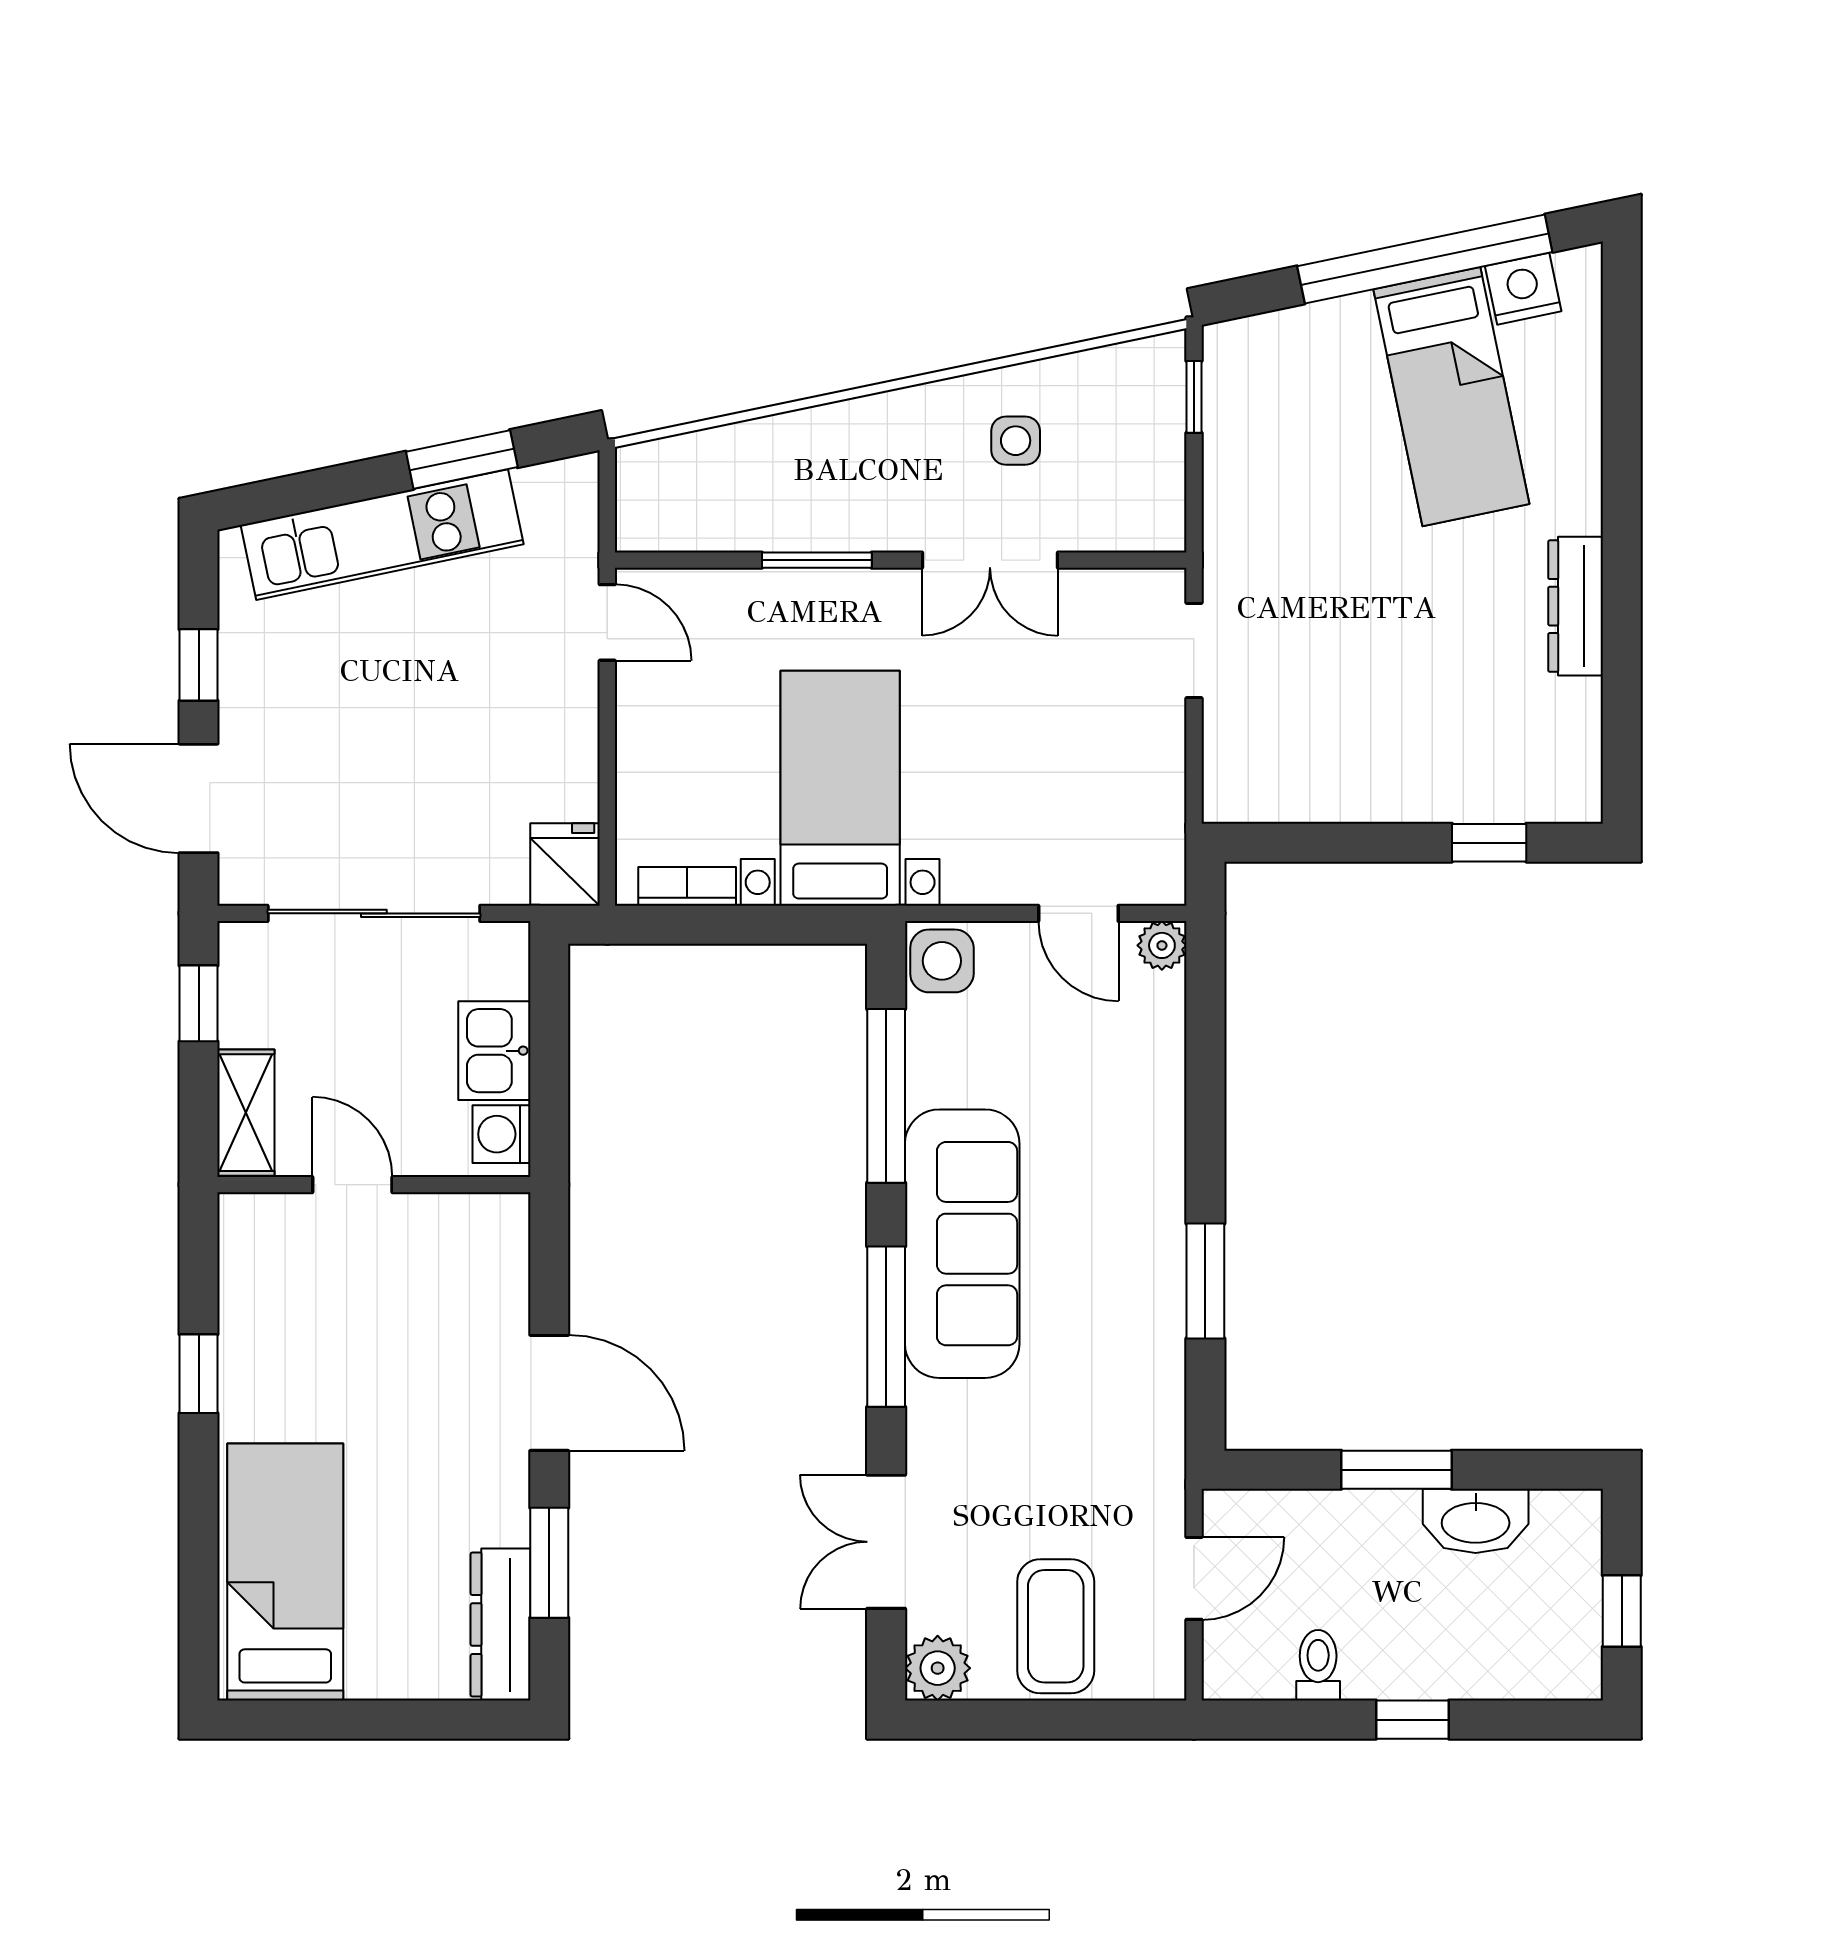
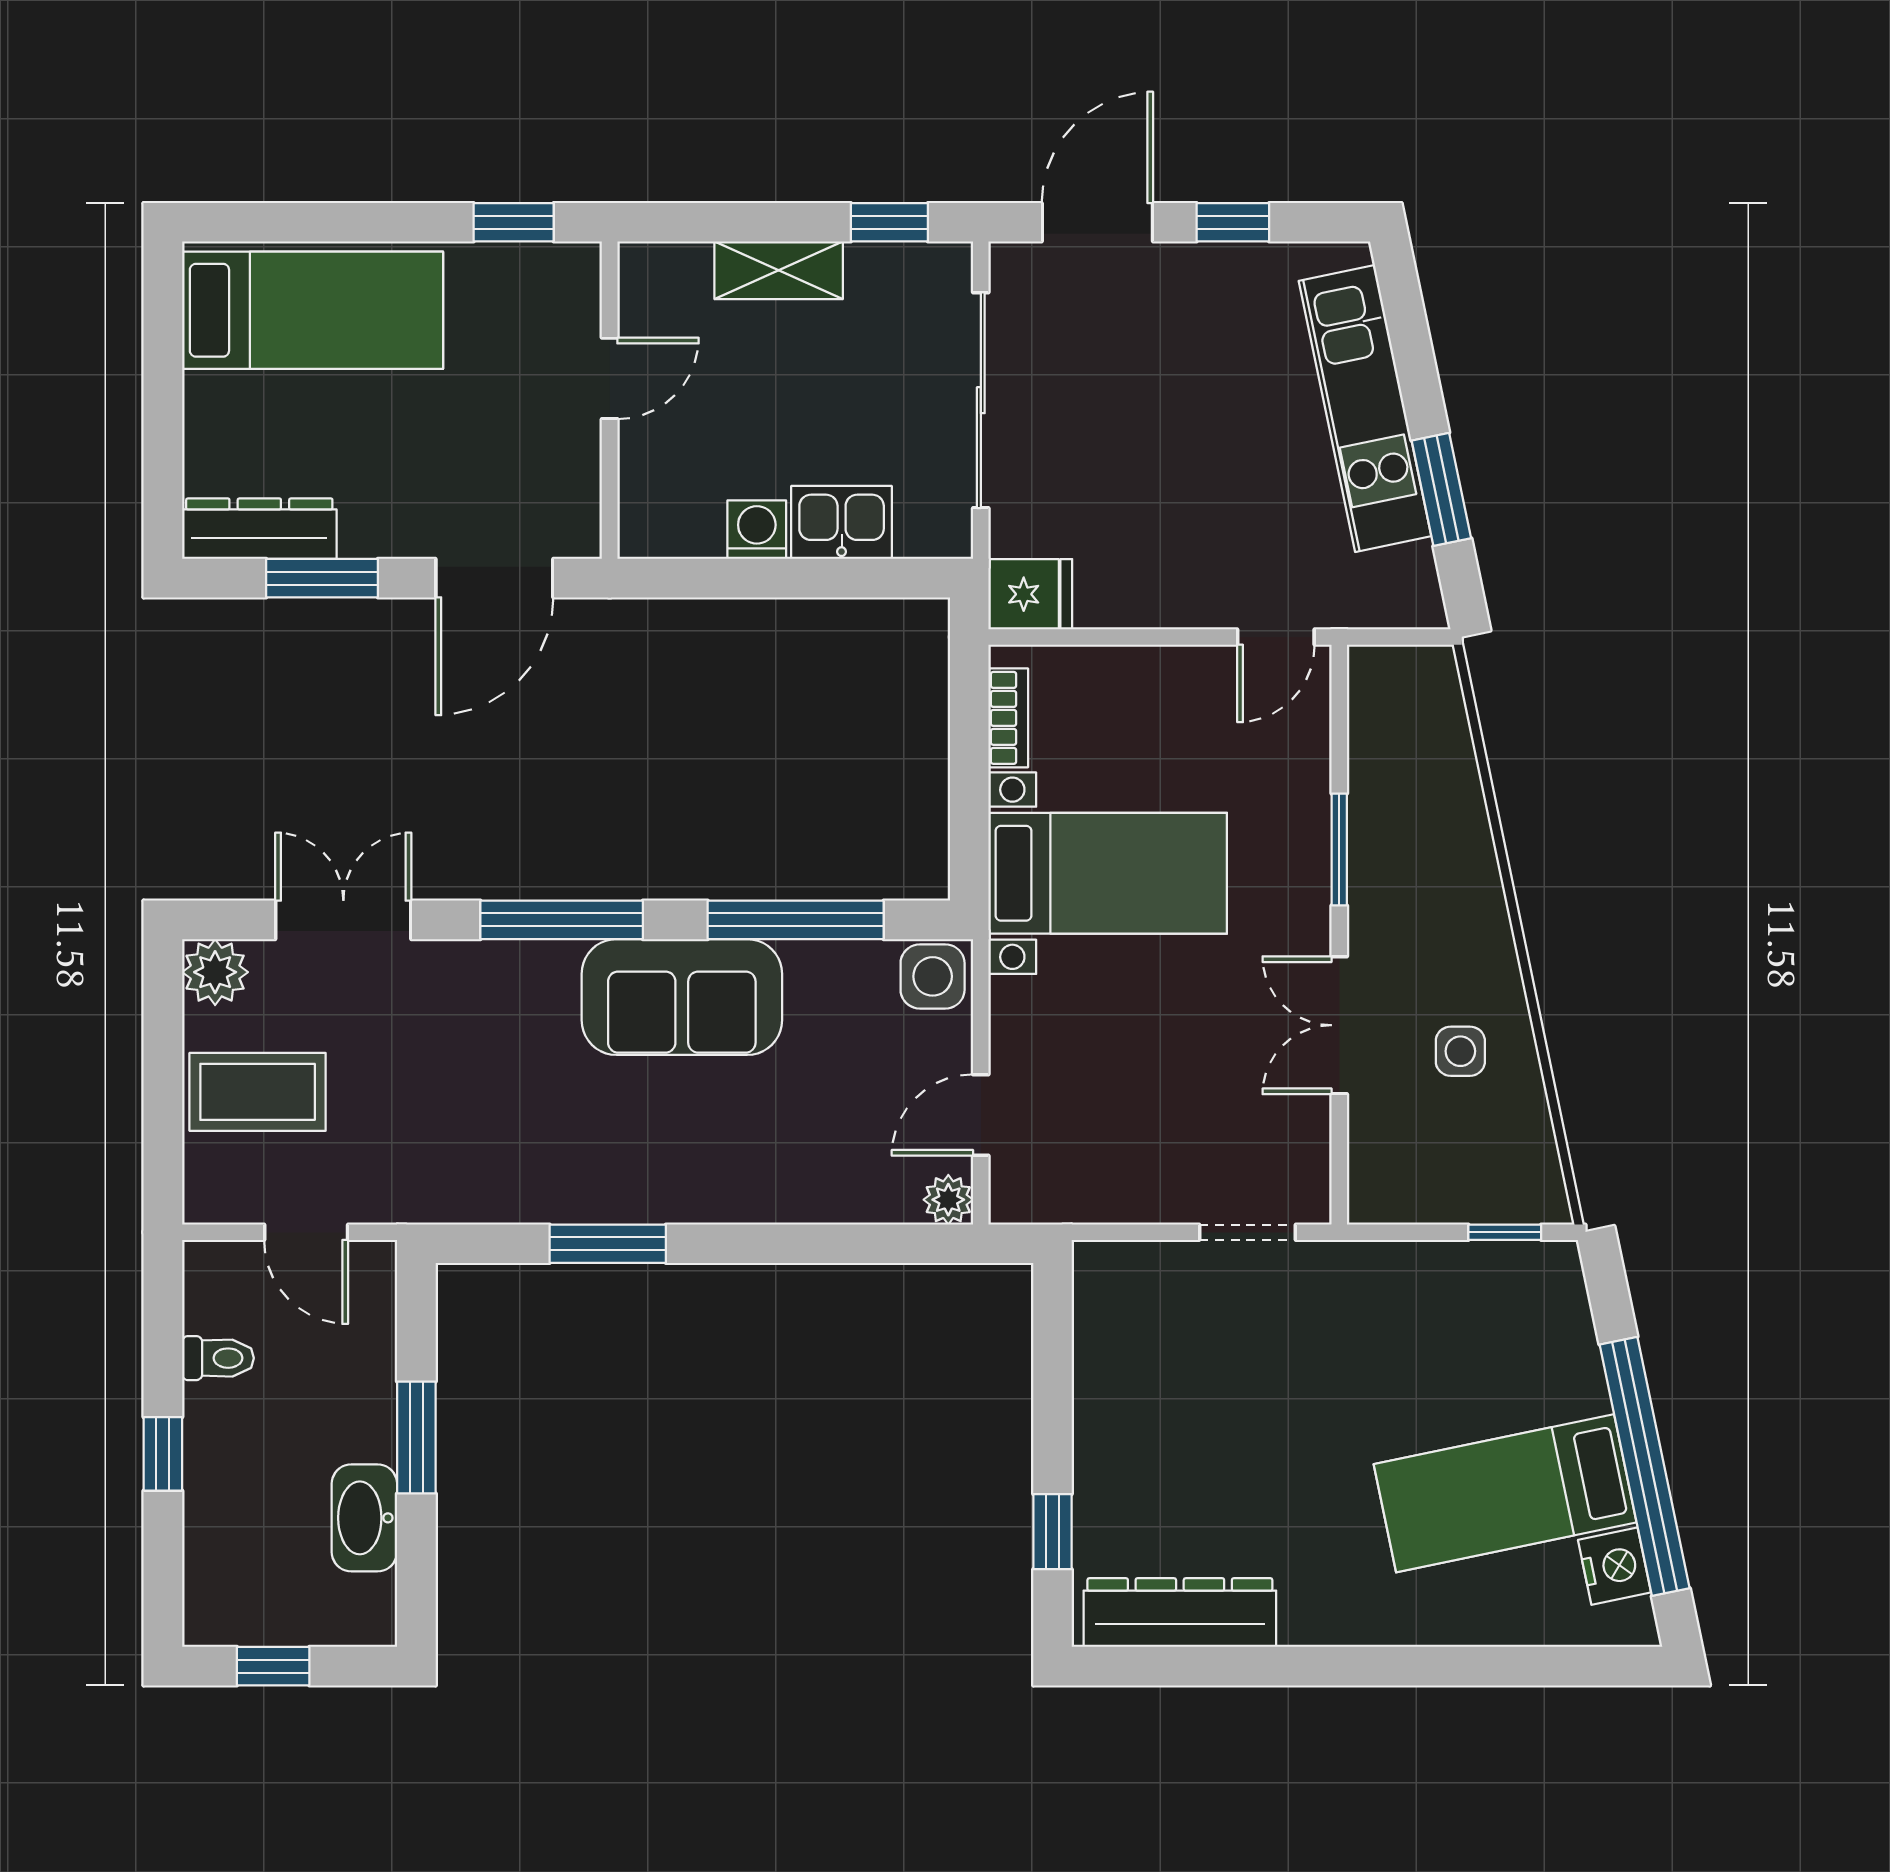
dresser: (1576, 606) -> (1180, 1613), moved, width x1.37, depth x1.24
door: (352, 1185) -> (610, 378), moved
wall: (374, 1185) -> (610, 400), moved
sofa: (962, 1244) -> (682, 997), width x0.73

